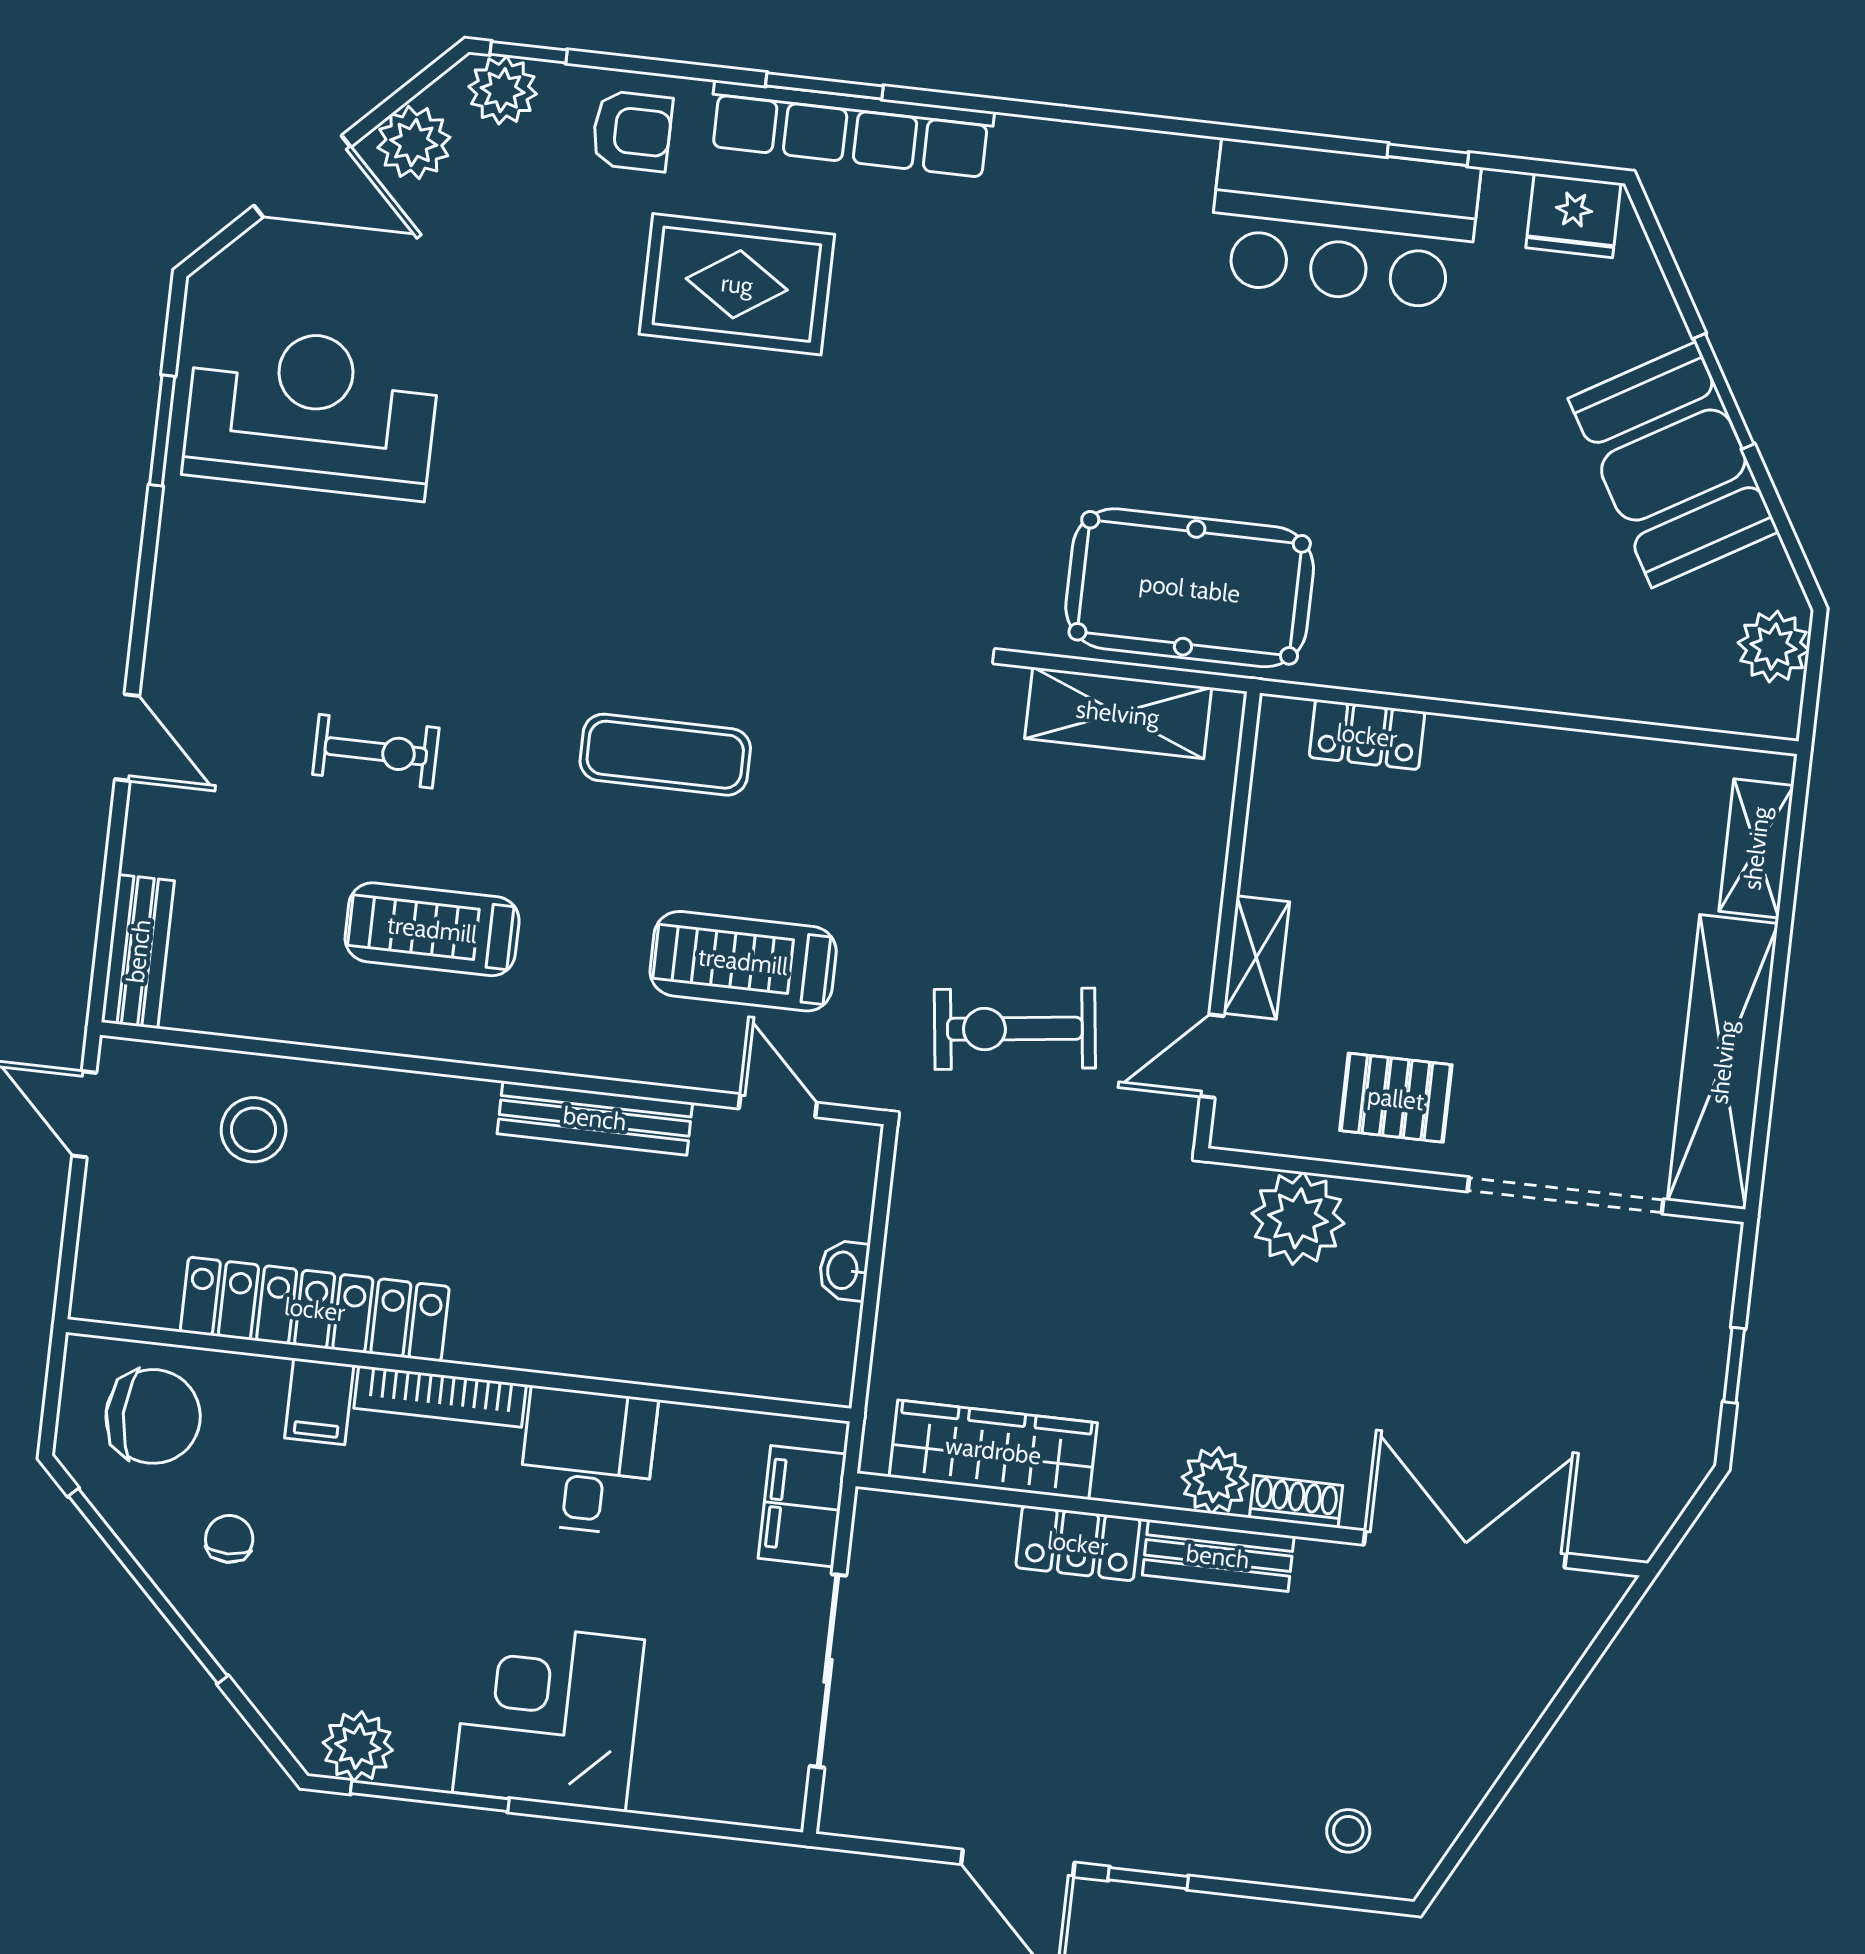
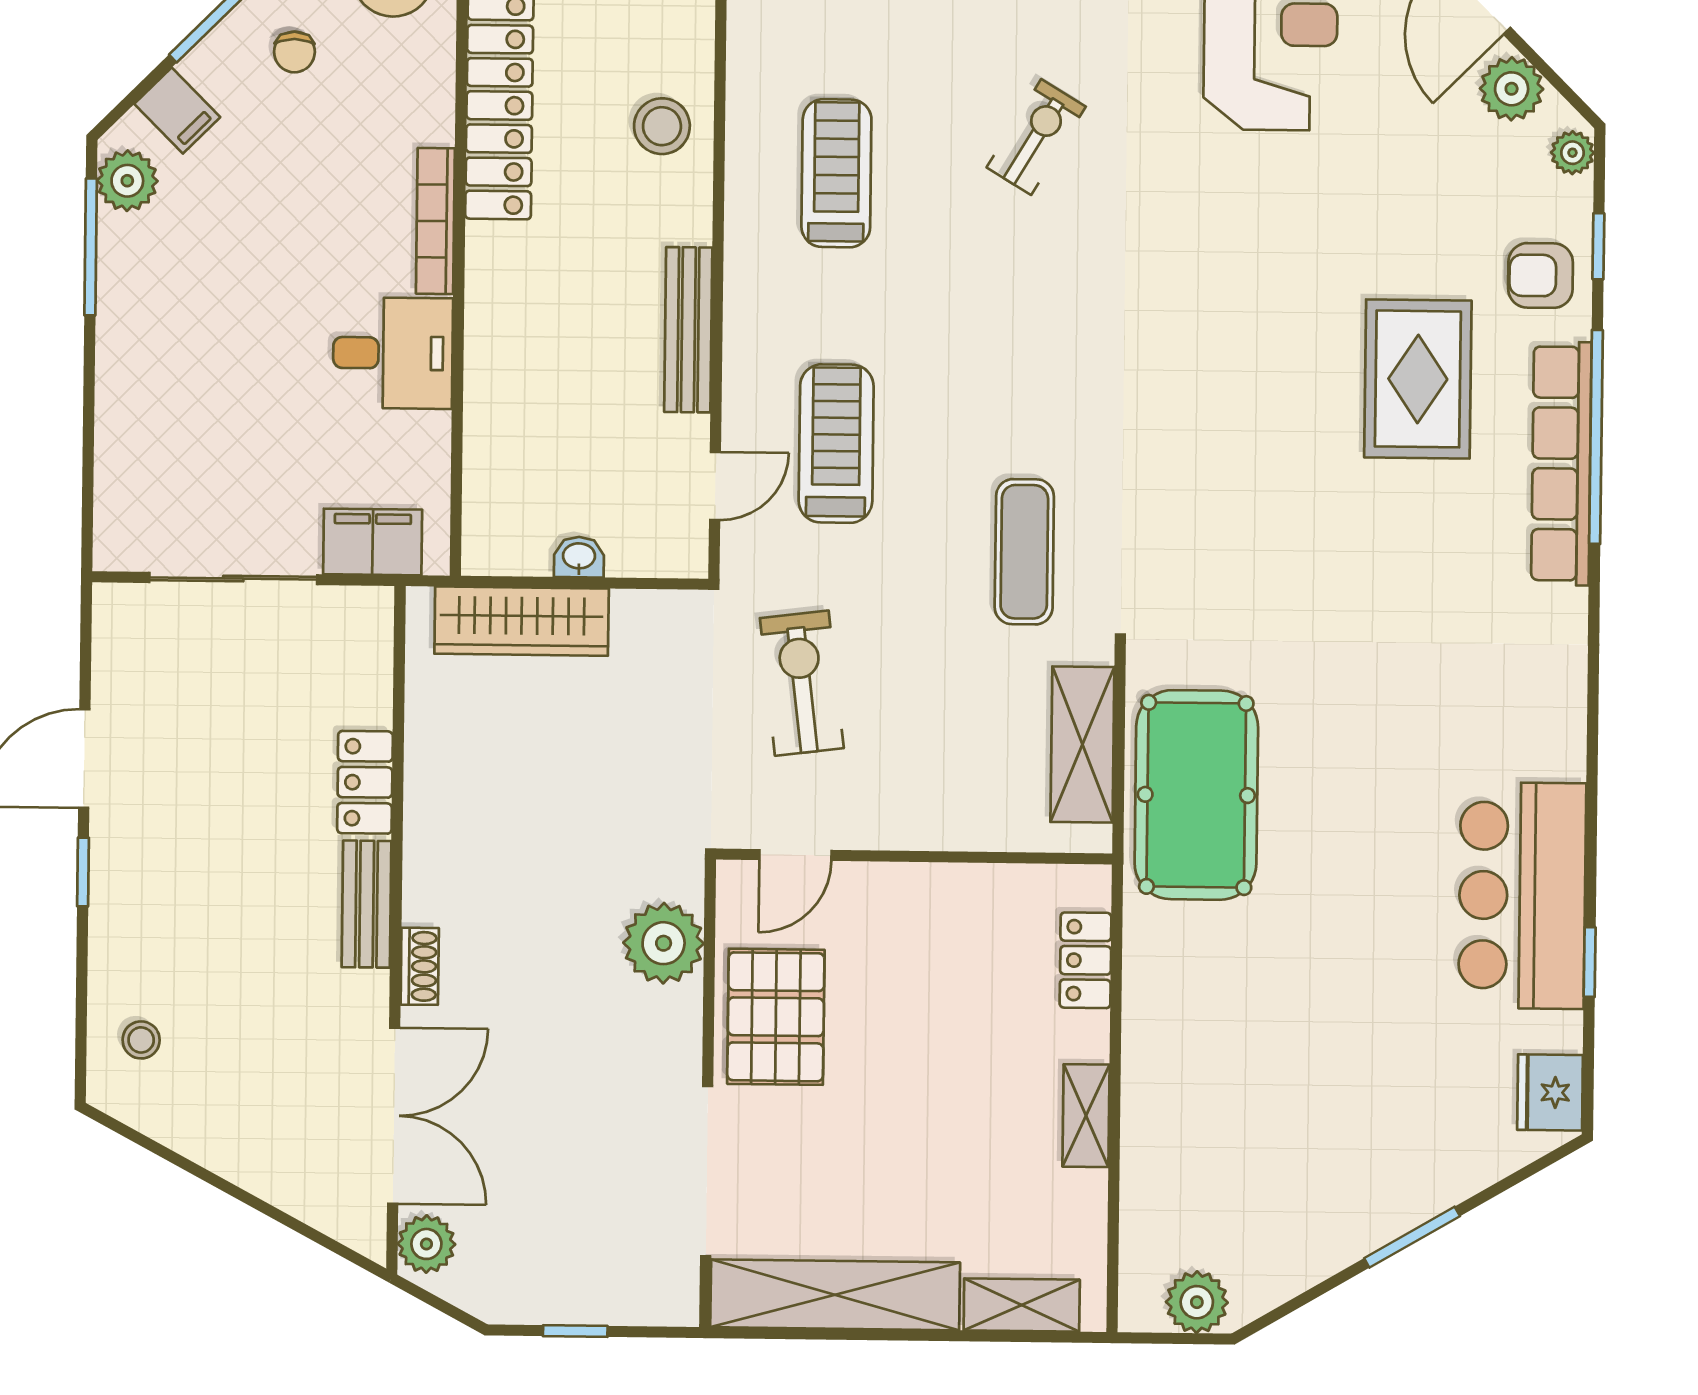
window: (529, 52) -> (1598, 246), moved
window: (824, 86) -> (1596, 437), width x2.11
plant: (503, 90) -> (1572, 153), width x0.73, depth x0.73
armchair: (632, 131) -> (1541, 275), turned 90
booth: (1673, 465) -> (1344, 1200), removed
exercise bike: (376, 751) -> (1036, 137), moved, turned -149
exercise mat: (665, 755) -> (1024, 552), moved
shelving: (1256, 957) -> (1086, 1116), moved, turned 90
door: (1212, 1056) -> (795, 855), swing flipped
pallet: (1396, 1098) -> (776, 1017), width x1.50, depth x1.42
stool: (254, 1130) -> (662, 126), moved
filing cabinet: (319, 1401) -> (177, 111), moved, turned -135
wardrobe: (993, 1450) -> (522, 621), moved, turned 90
plant: (1215, 1481) -> (426, 1244), moved
chair: (229, 1539) -> (294, 52), turned 91
corner desk: (549, 1716) -> (170, 342), removed

